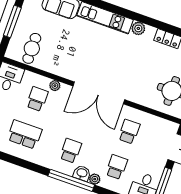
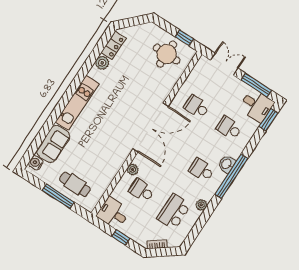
plant: (138, 28) -> (102, 63), moved
cafe table: (32, 48) -> (75, 184), moved
plant: (95, 179) -> (201, 205), moved

